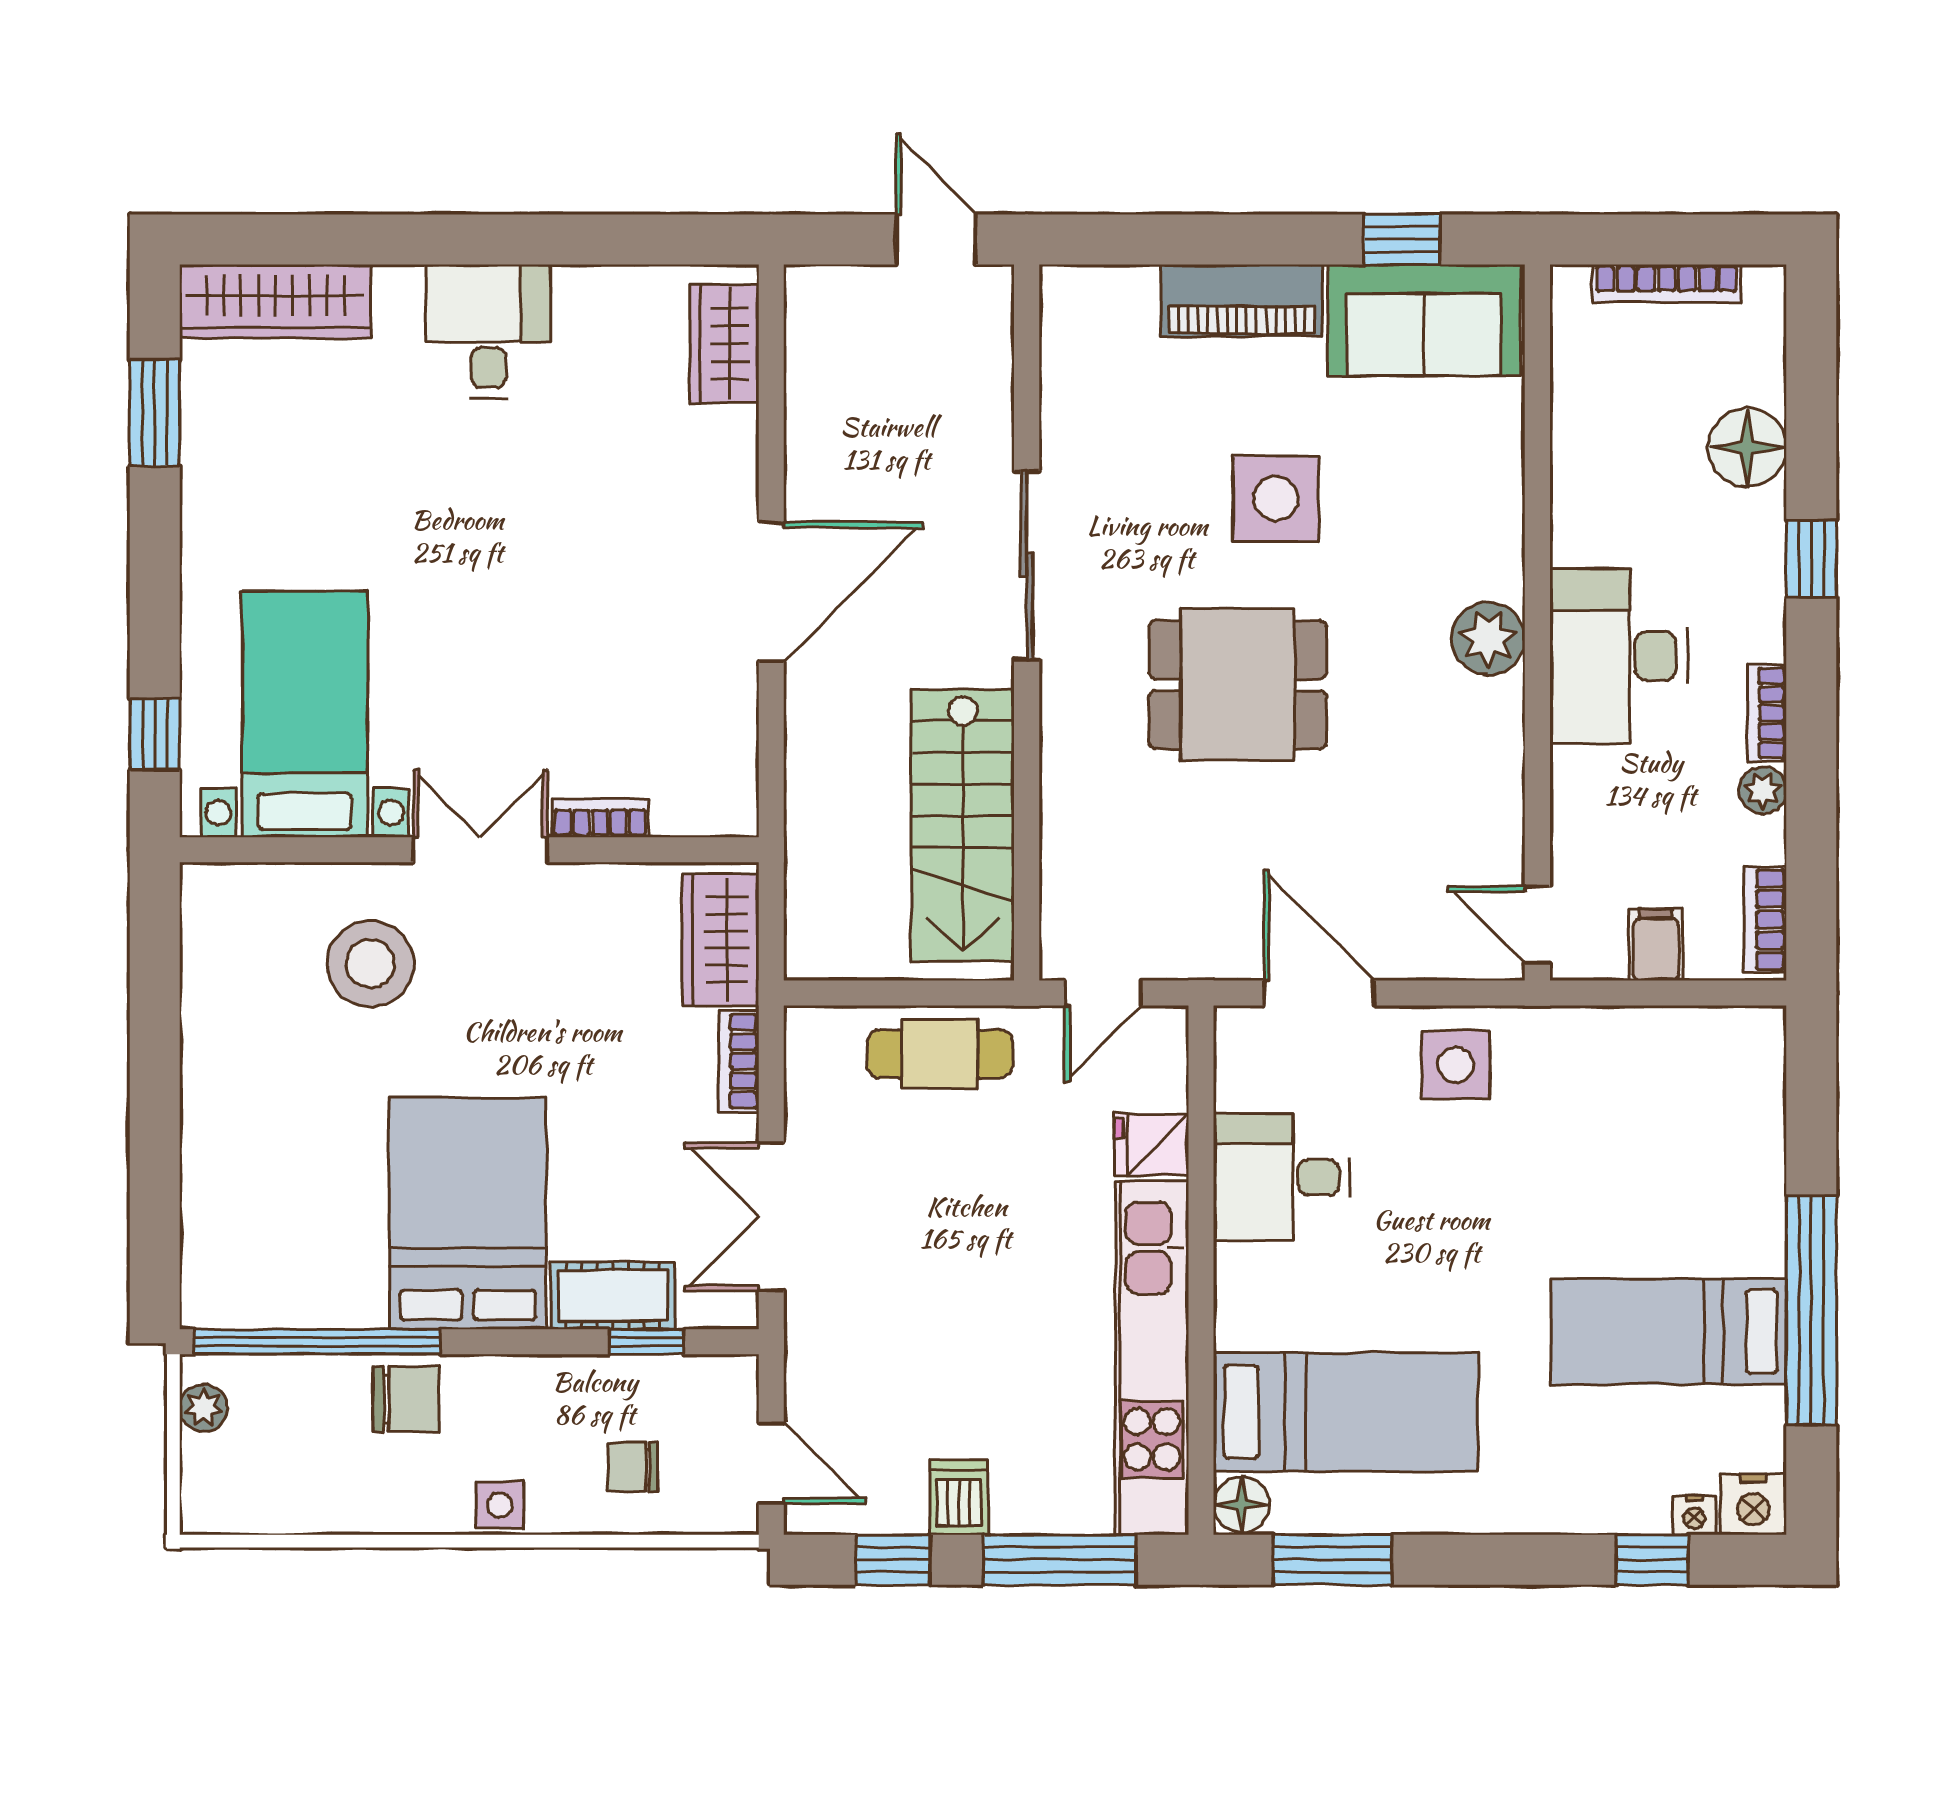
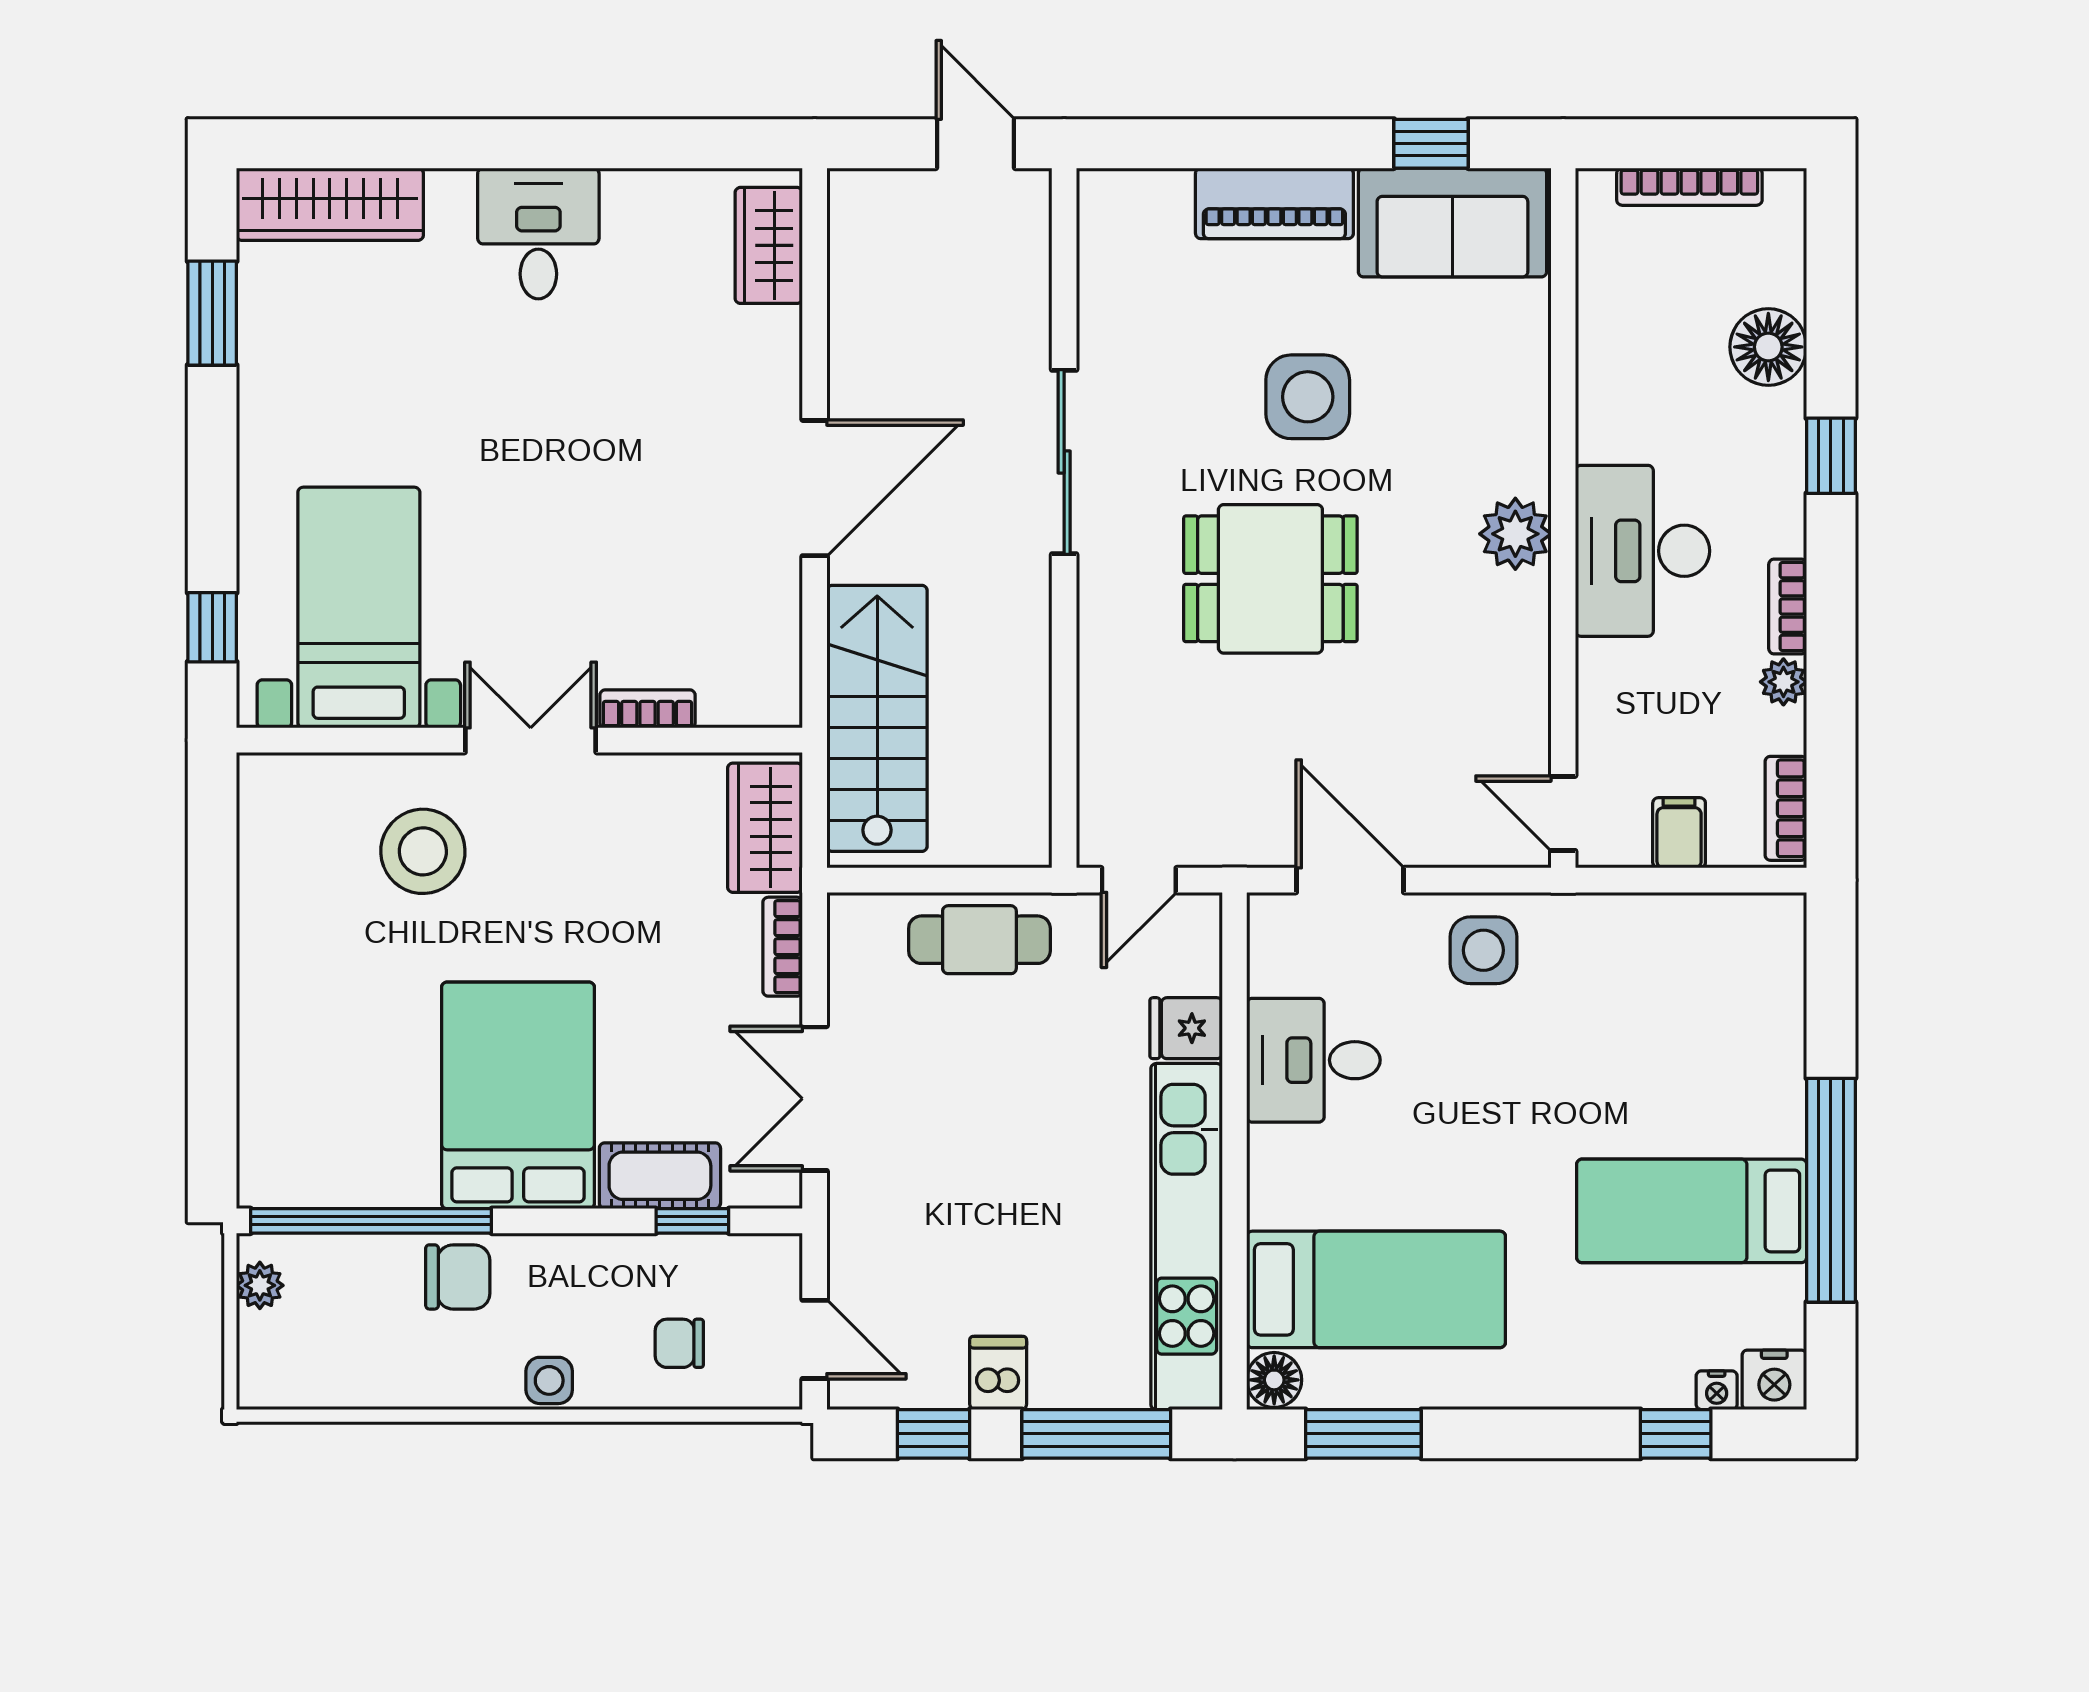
stairs: (963, 825) -> (877, 718), moved, turned 180

